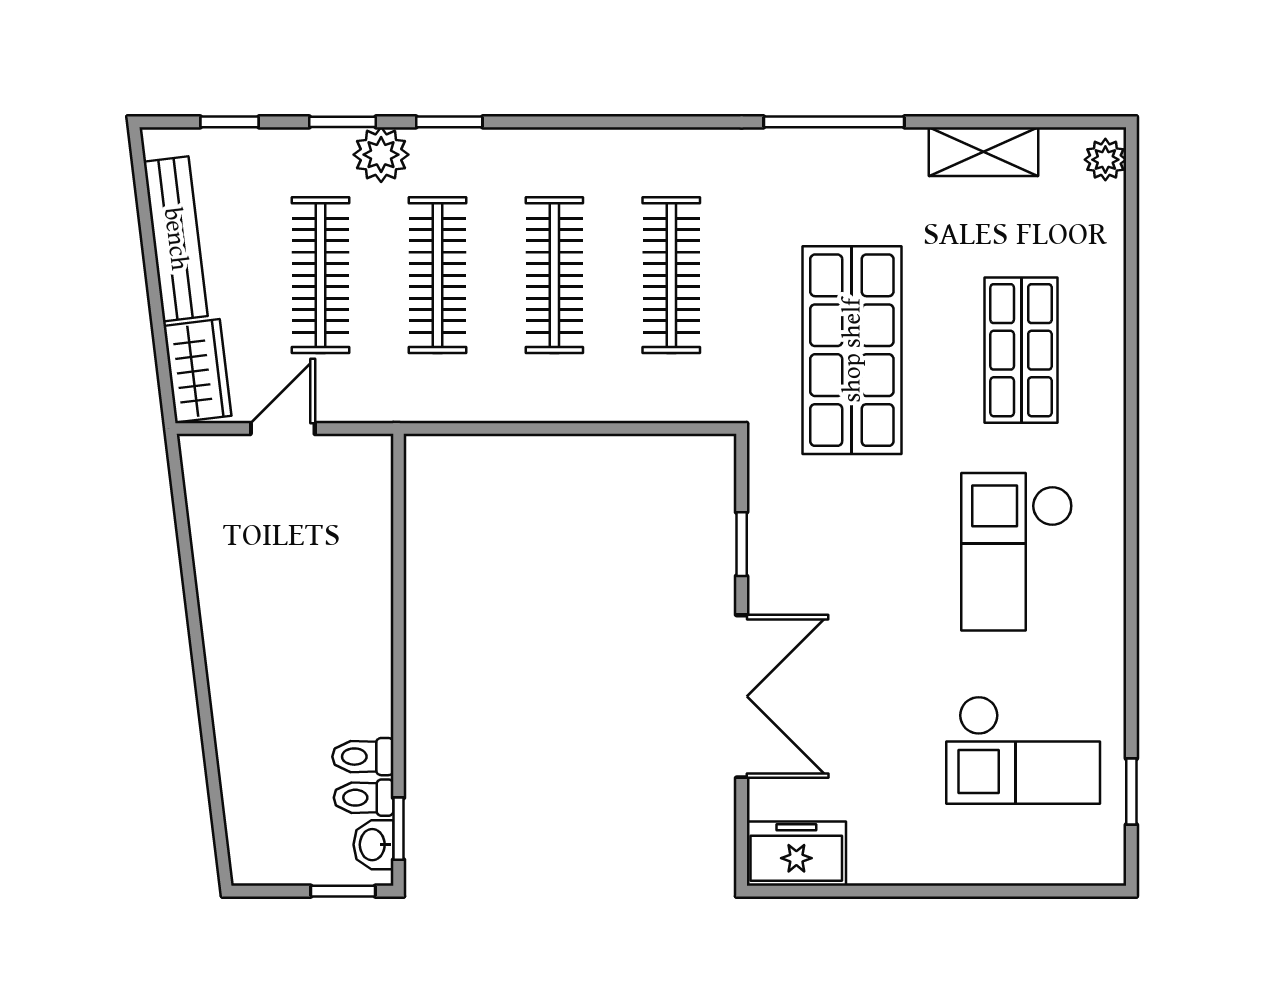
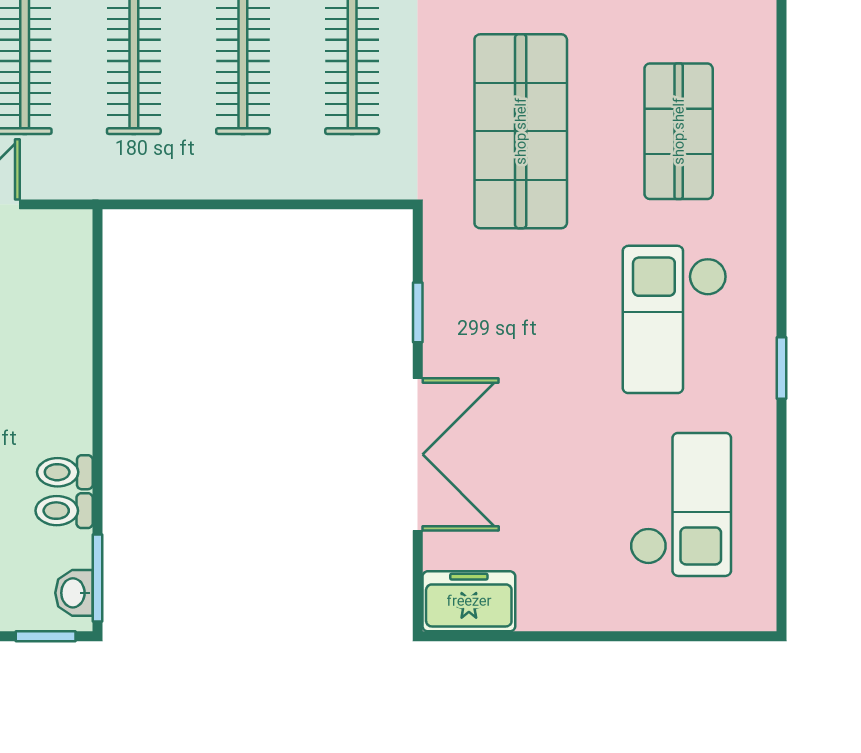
checkout: (1023, 750) -> (681, 504), turned -90
window: (1131, 792) -> (782, 368), moved
toilet: (364, 798) -> (65, 472), moved
window: (399, 829) -> (97, 578), width x1.50

